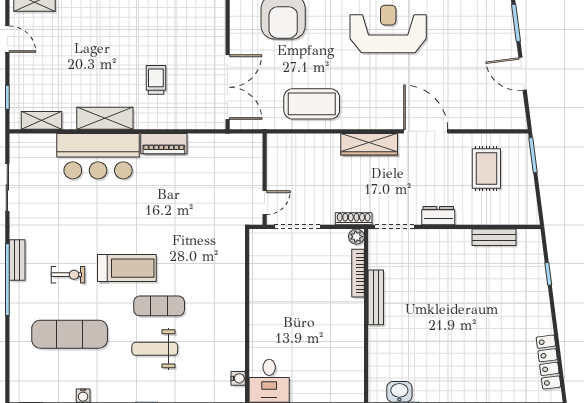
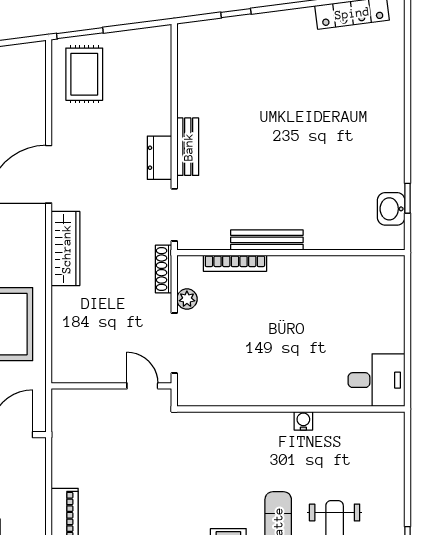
rug: (486, 169) -> (84, 74), moved, turned 90
plant: (356, 237) -> (187, 299), moved
bench: (494, 237) -> (188, 147), moved
water cooler: (238, 378) -> (303, 421), moved

